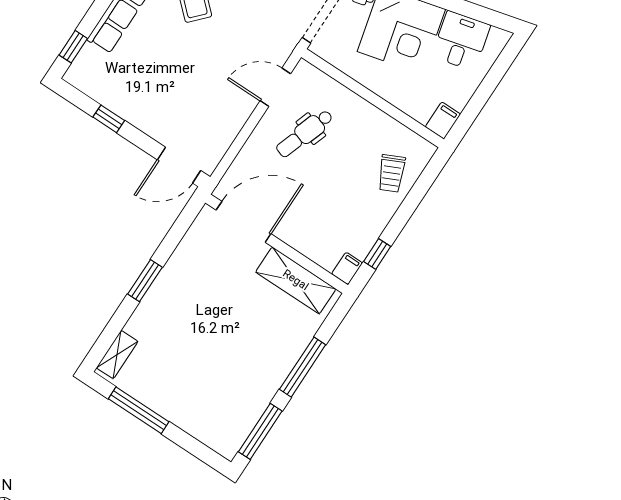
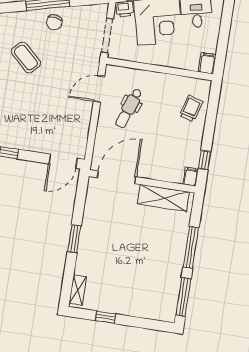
trolley: (391, 173) -> (191, 108), turned -139
window: (139, 410) -> (106, 317), width x0.46

